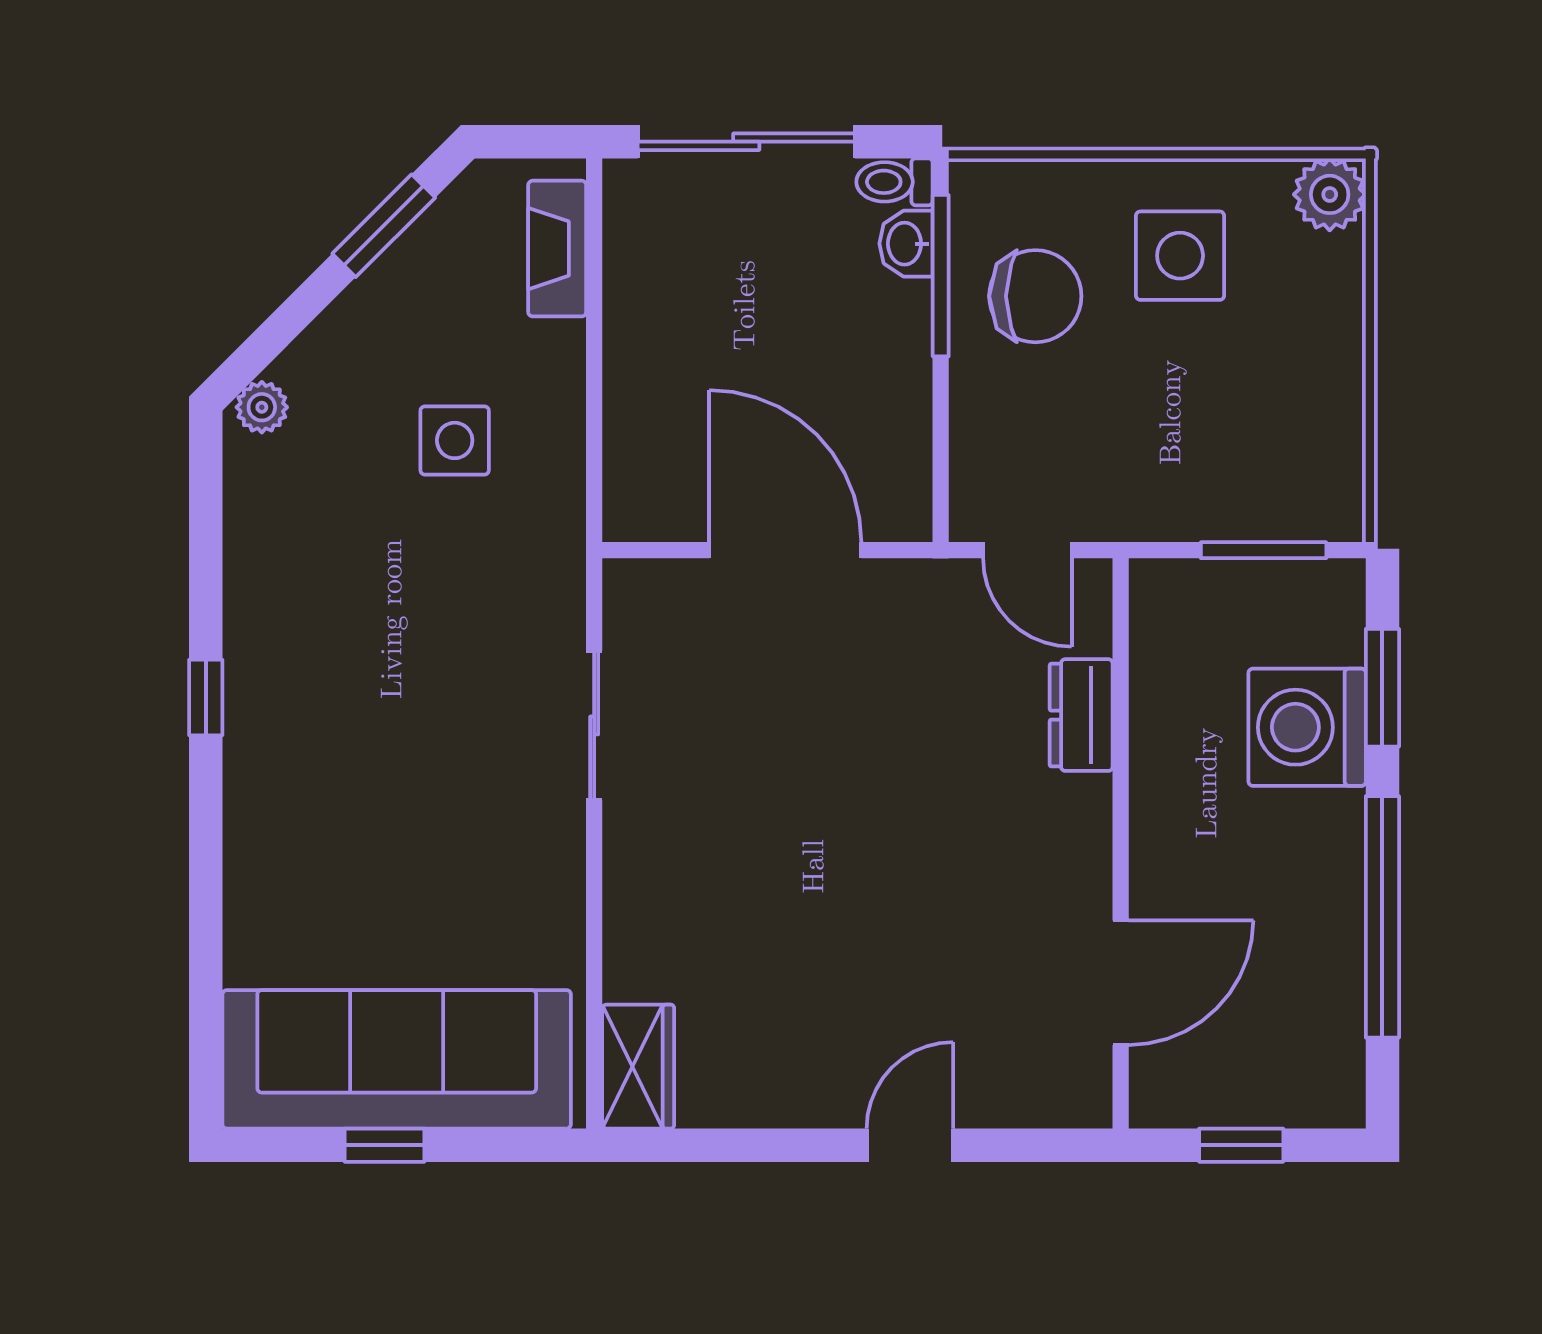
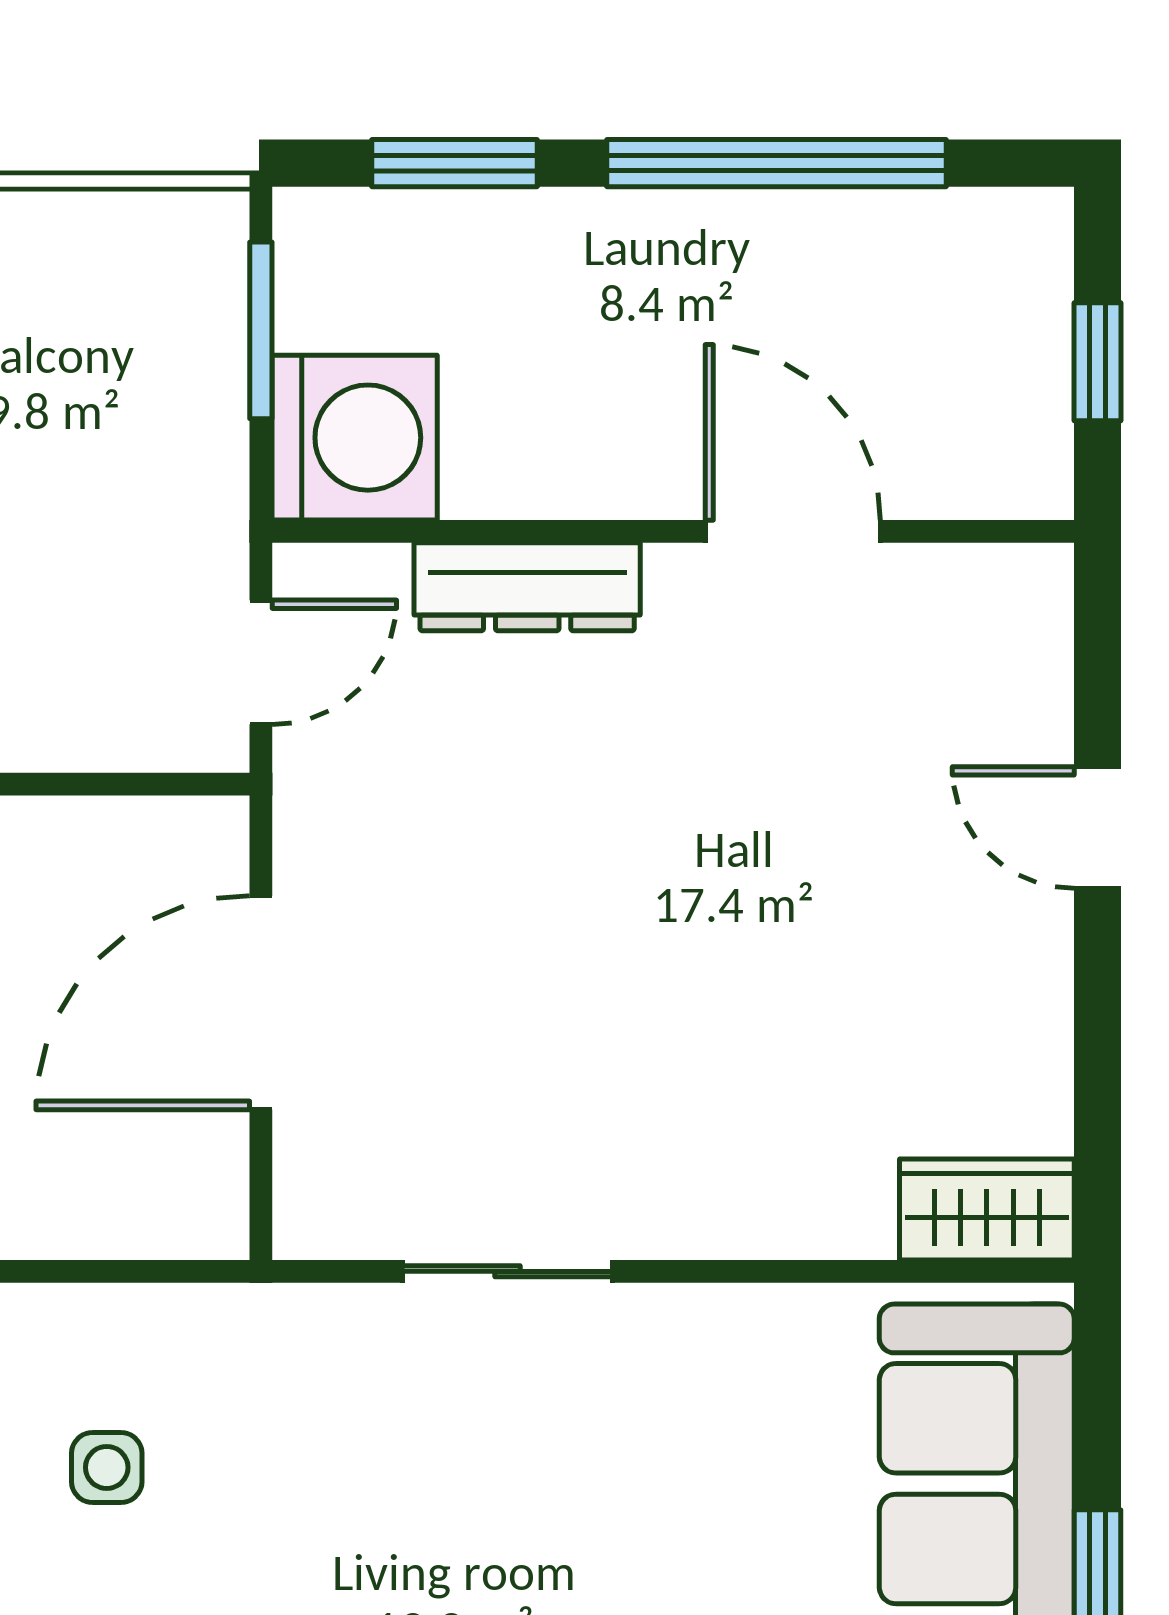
side table: (455, 440) -> (107, 1467), width x0.73, depth x0.73
dresser: (1081, 715) -> (527, 587), width x1.44
washing machine: (1307, 727) -> (355, 438), moved, turned -90
door: (1121, 983) -> (793, 531), moved

